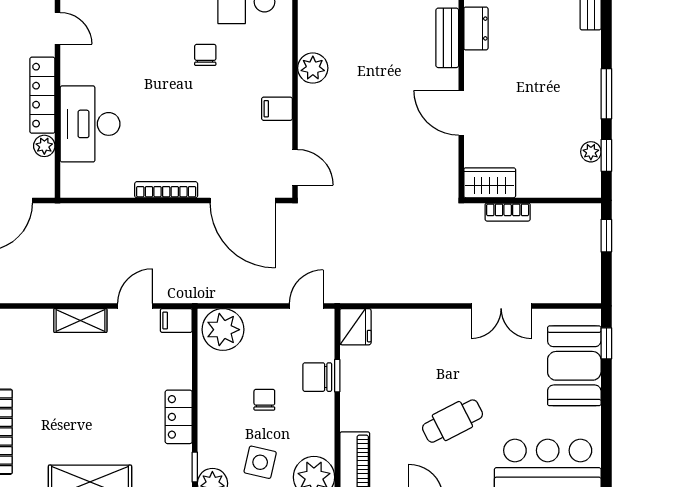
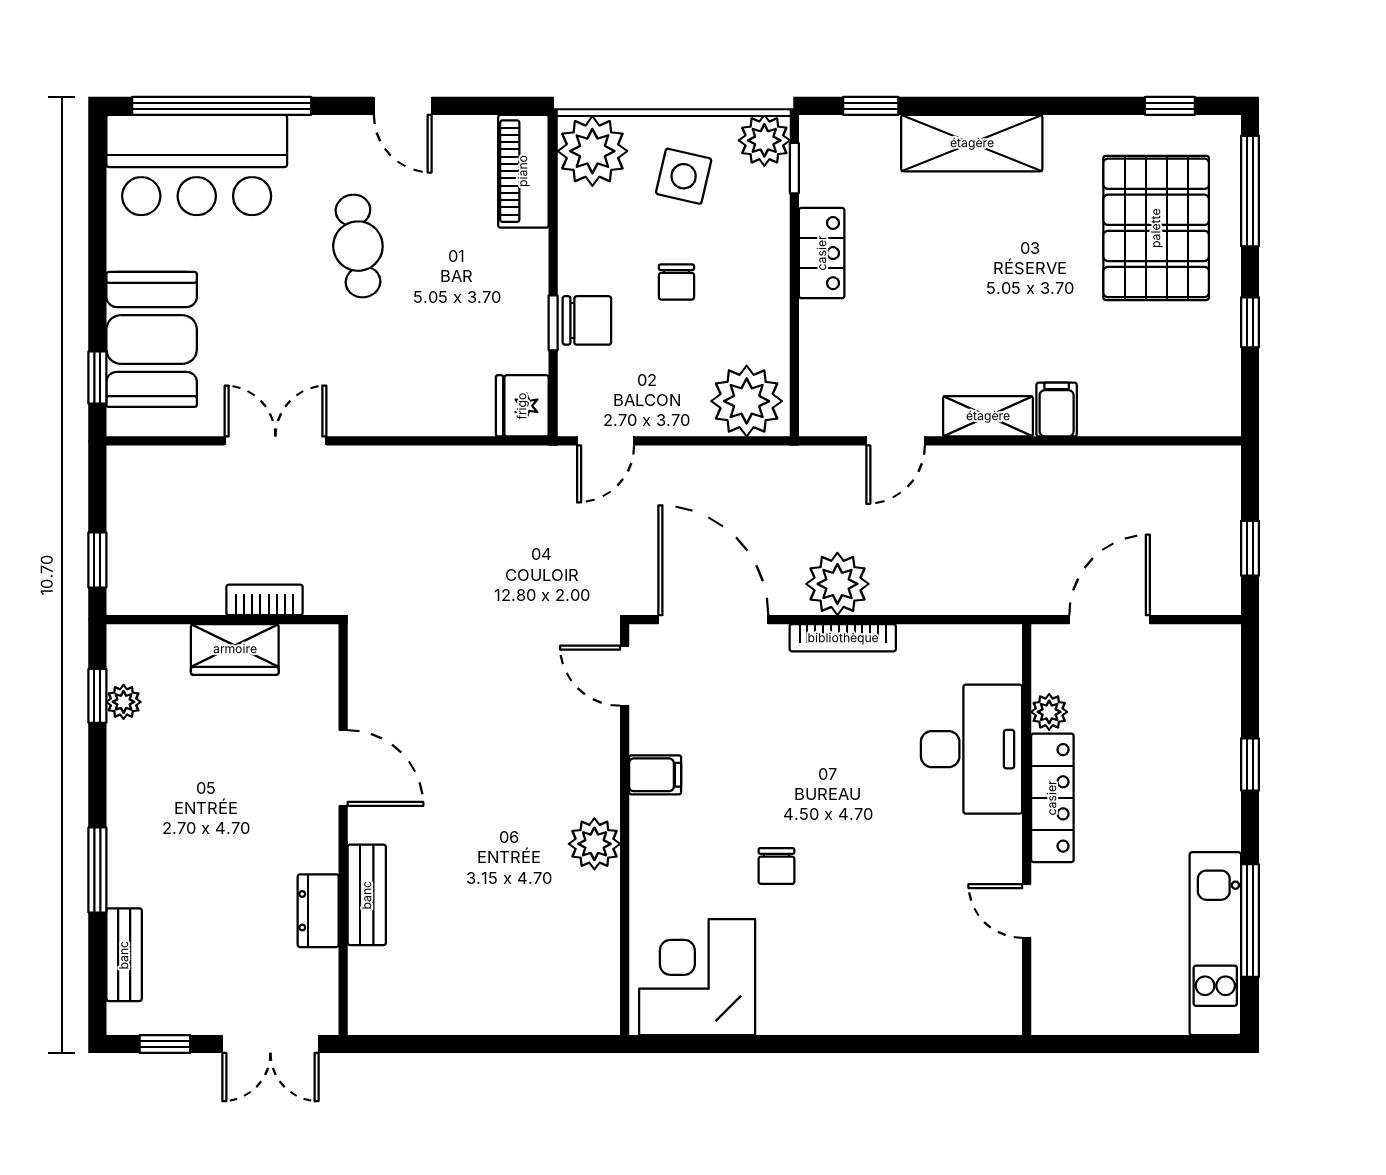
window: (606, 94) -> (97, 870), moved
wardrobe: (490, 183) -> (235, 649), moved
plant: (169, 221) -> (837, 584), added
filing cabinet: (176, 320) -> (1057, 410), moved, turned -90
cafe table: (452, 421) -> (358, 246), turned -71

